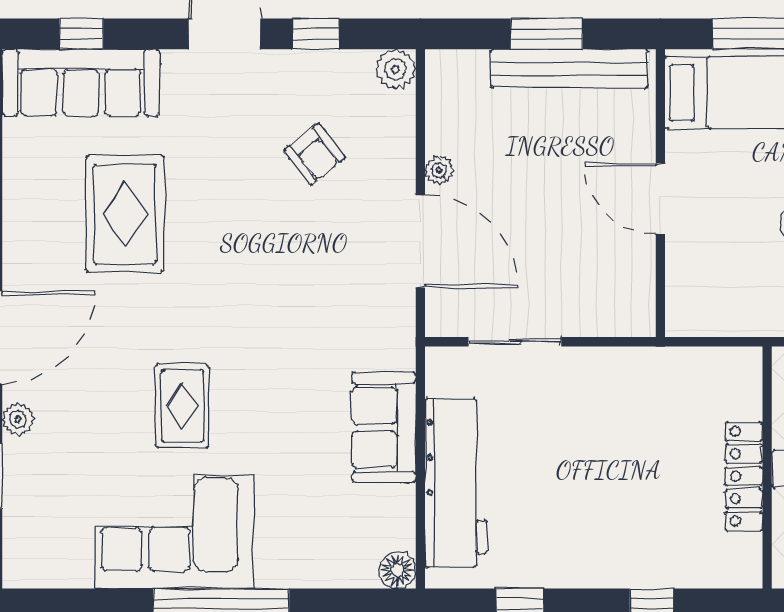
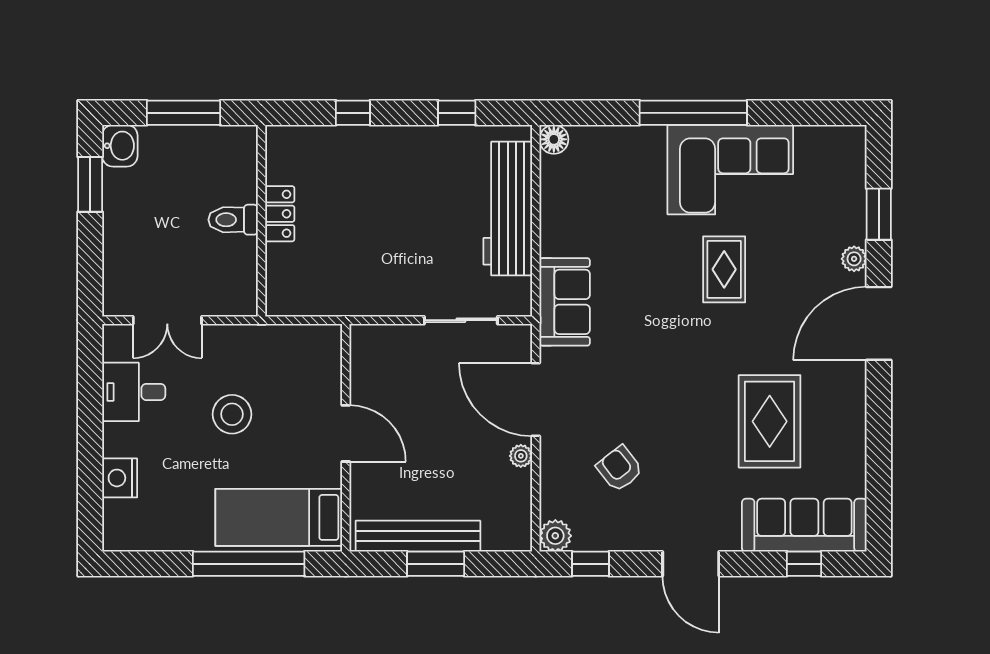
window: (316, 34) -> (591, 564), moved
sofa: (384, 427) -> (565, 302), moved
locker: (744, 476) -> (280, 214), width x0.66

